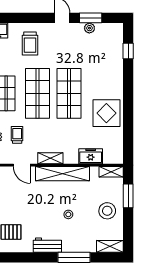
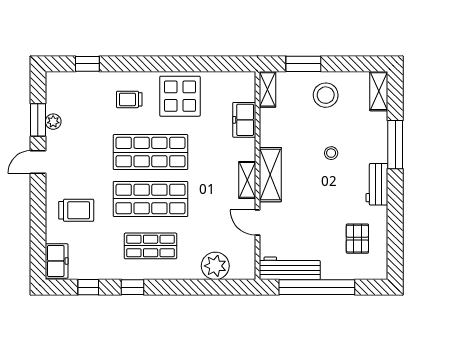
trolley: (17, 135) -> (129, 99), moved
door: (22, 165) -> (257, 223), swing flipped
shelving: (62, 174) -> (270, 175), width x0.68

